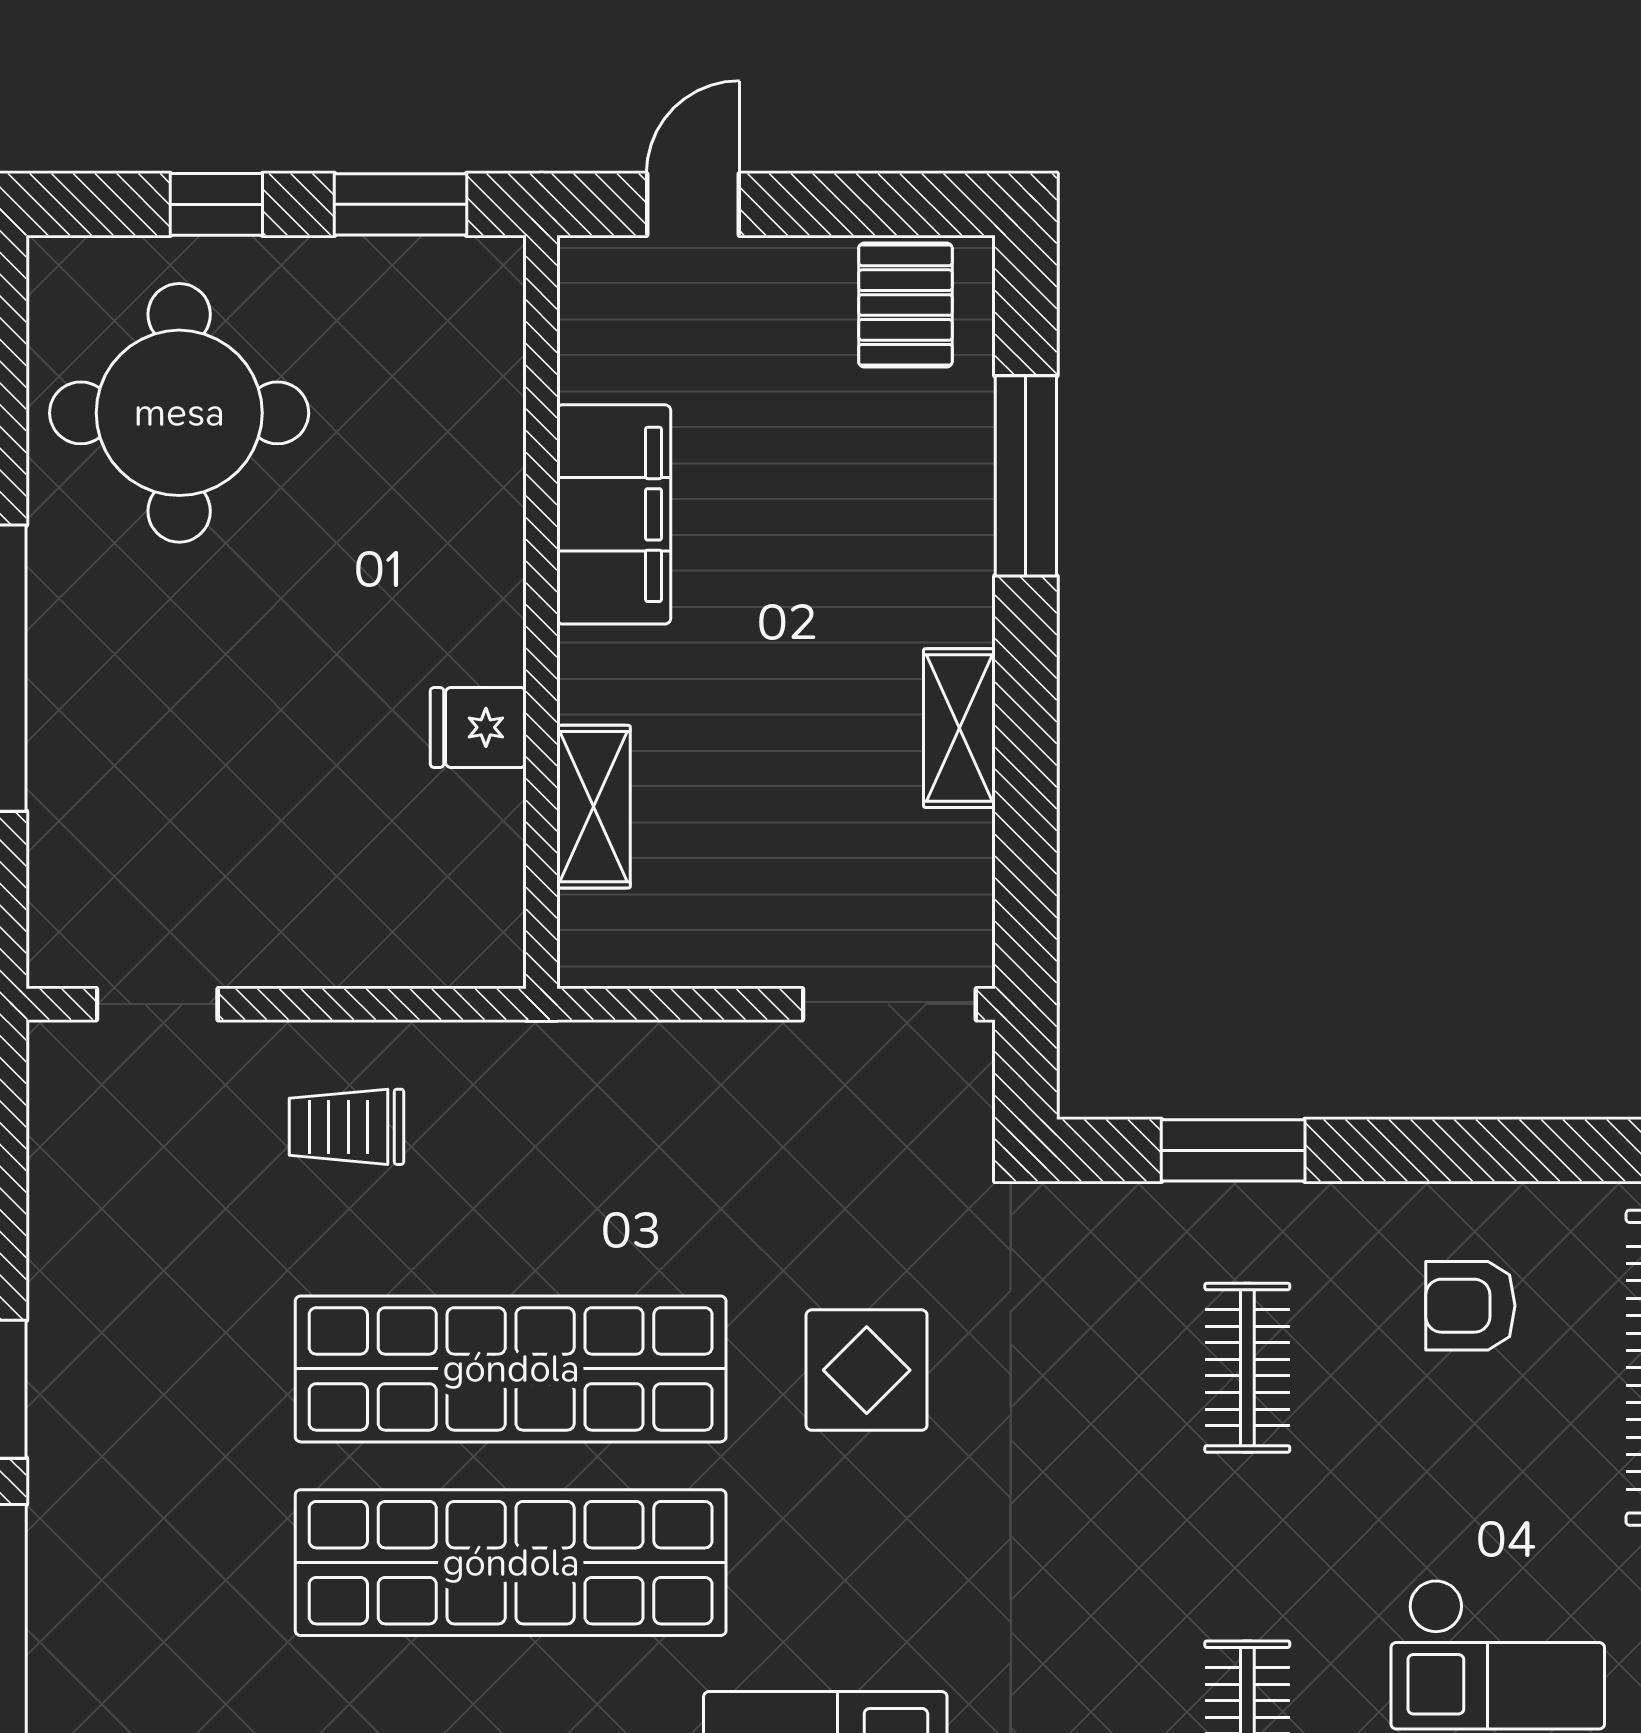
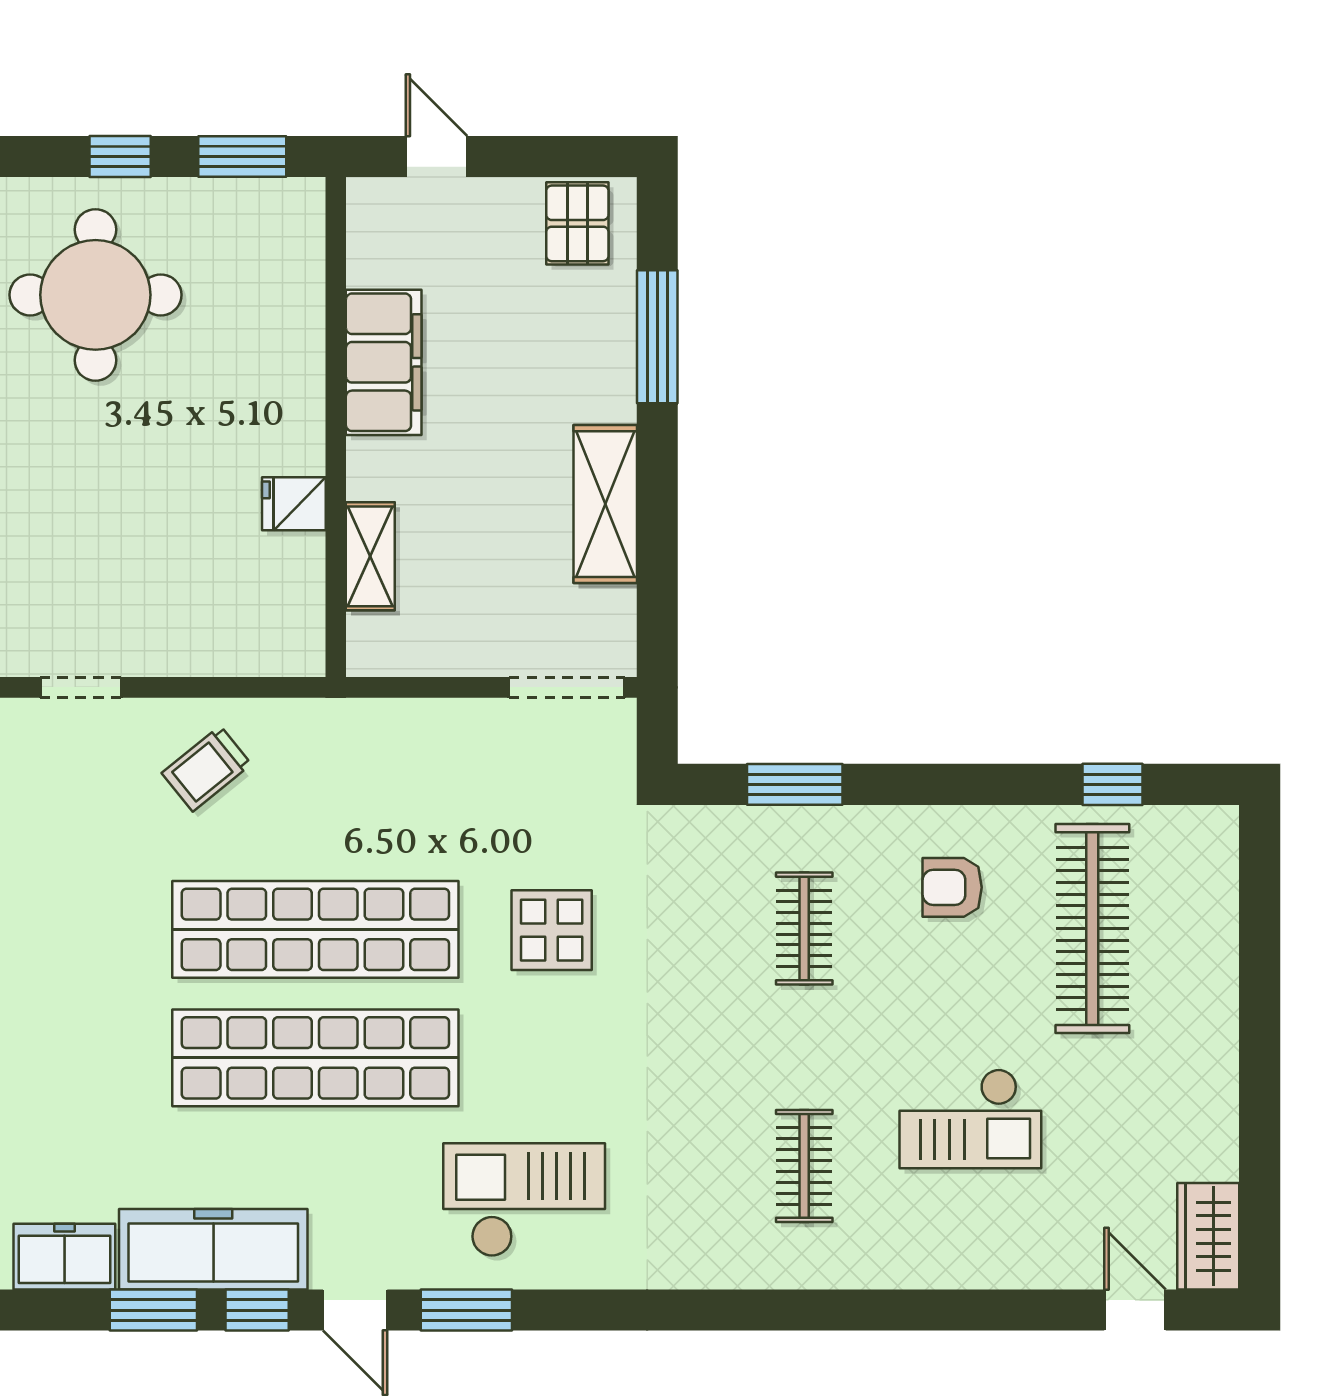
door: (693, 204) -> (436, 157), hinge flipped
shelving: (959, 728) -> (605, 504), width x1.50, depth x1.33
trolley: (347, 1127) -> (206, 769), turned -39

